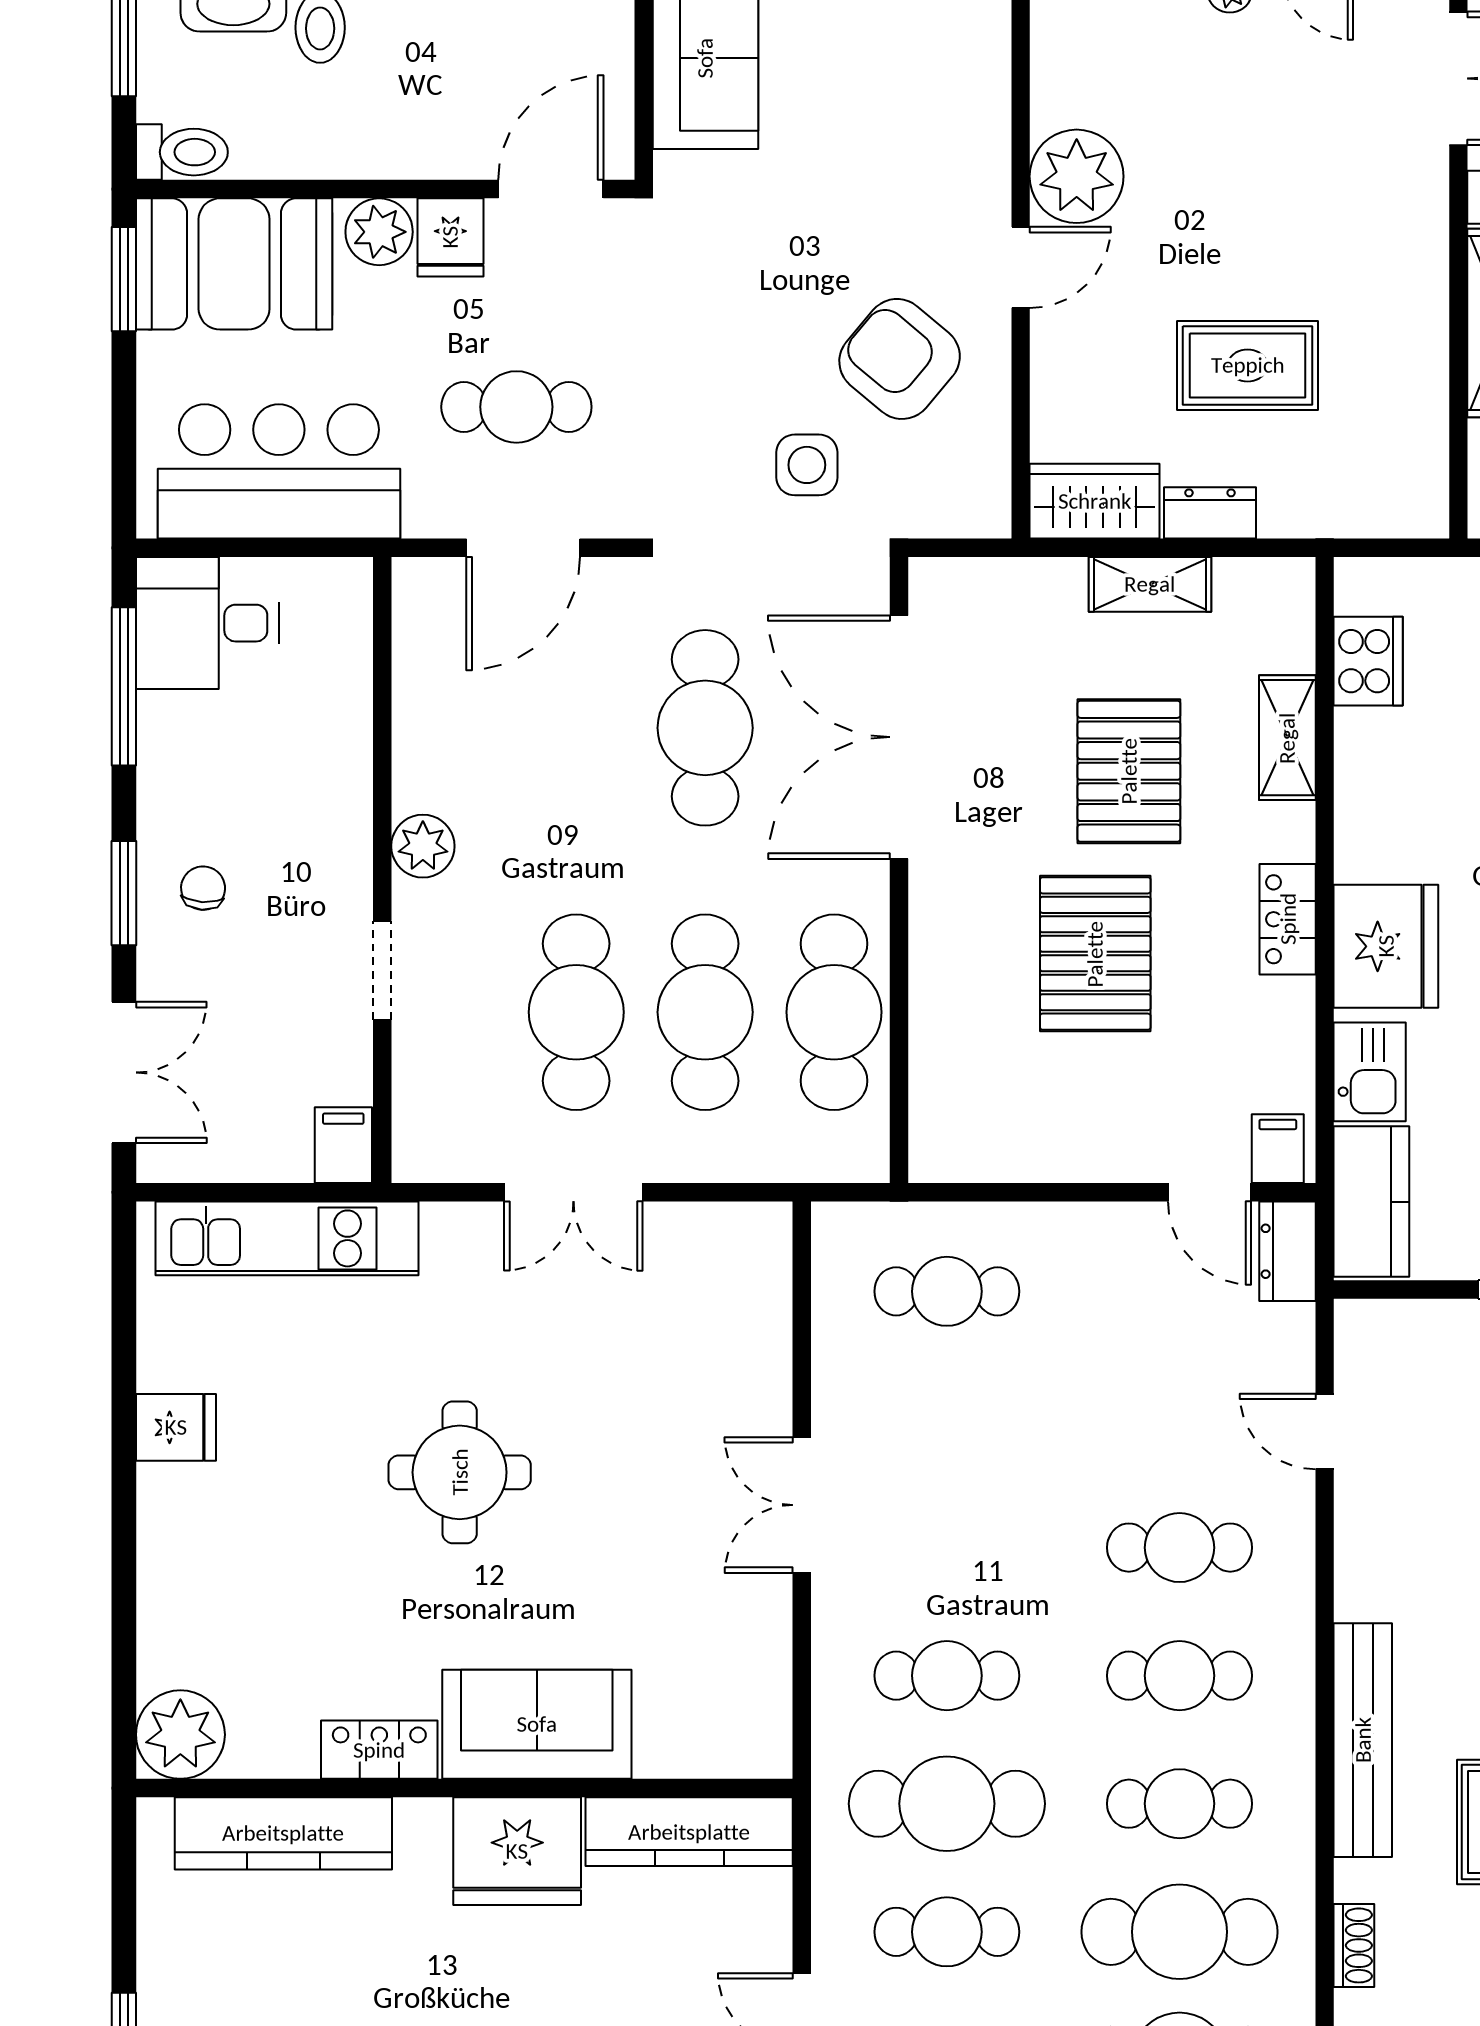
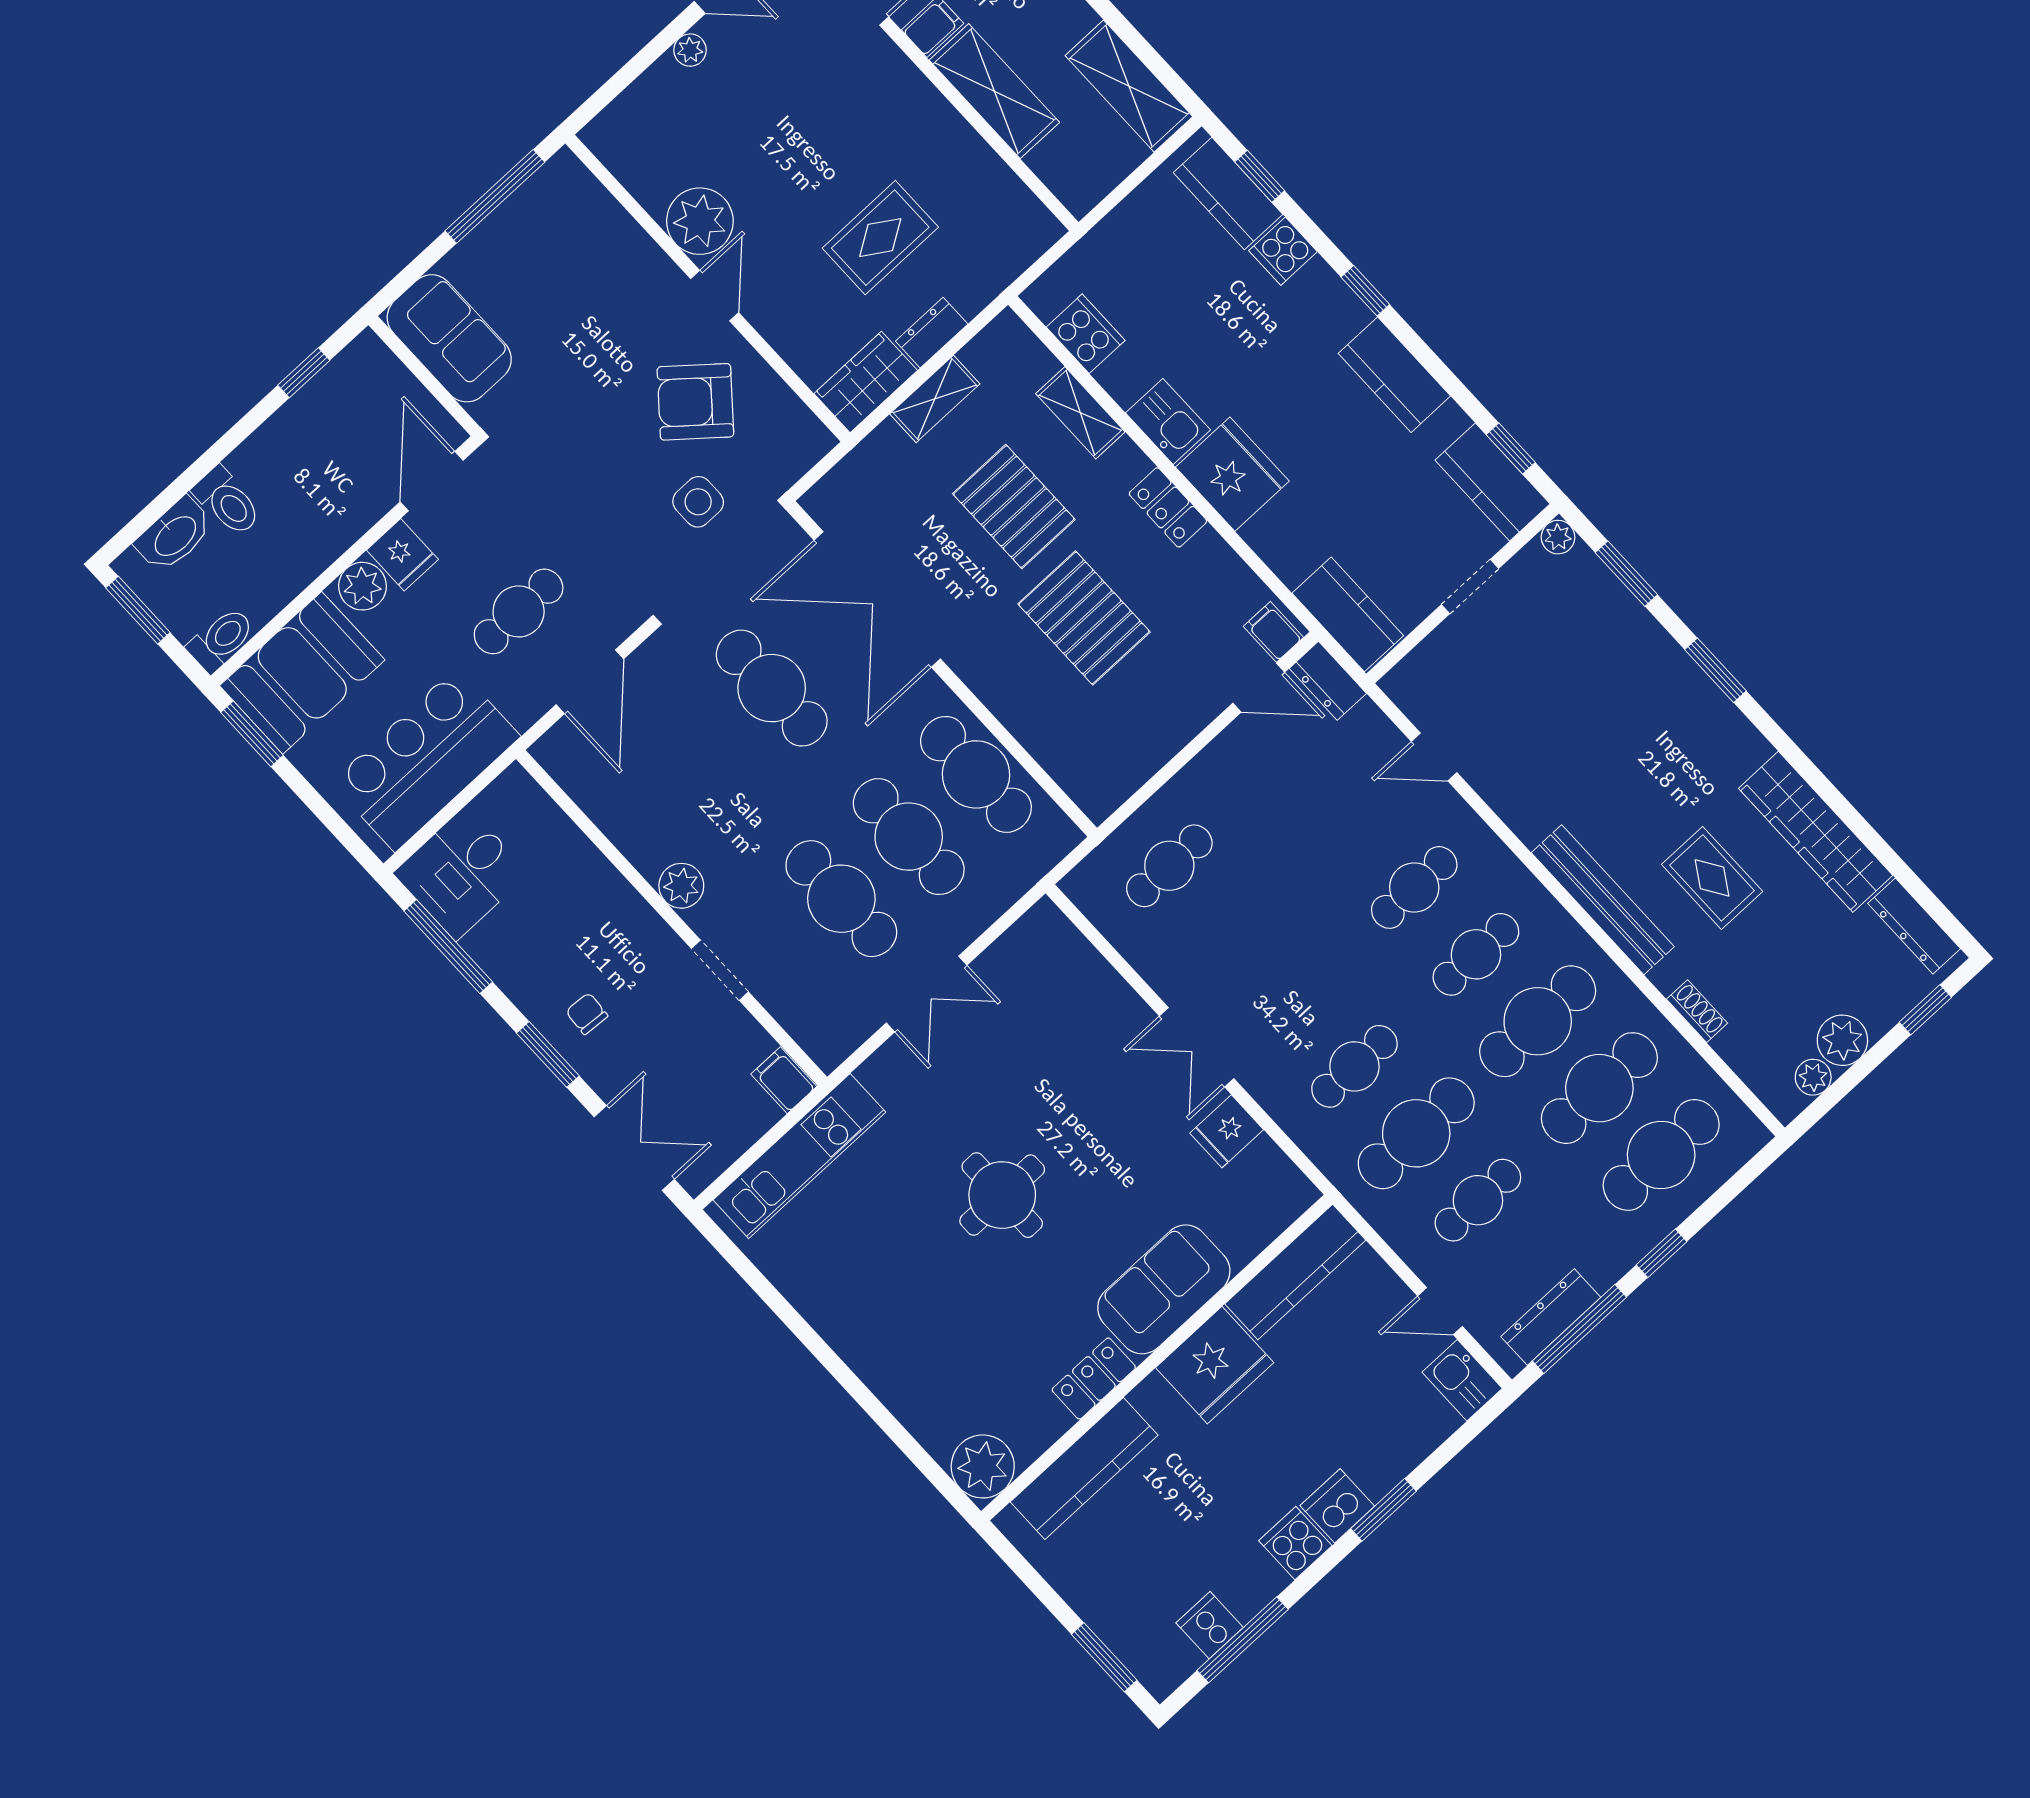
kitchen sink: (1370, 1072) -> (1168, 421), moved
fridge: (176, 1427) -> (1227, 1131), moved, turned 180
cafe table: (1180, 1804) -> (1538, 1021), width x1.37, depth x1.35

